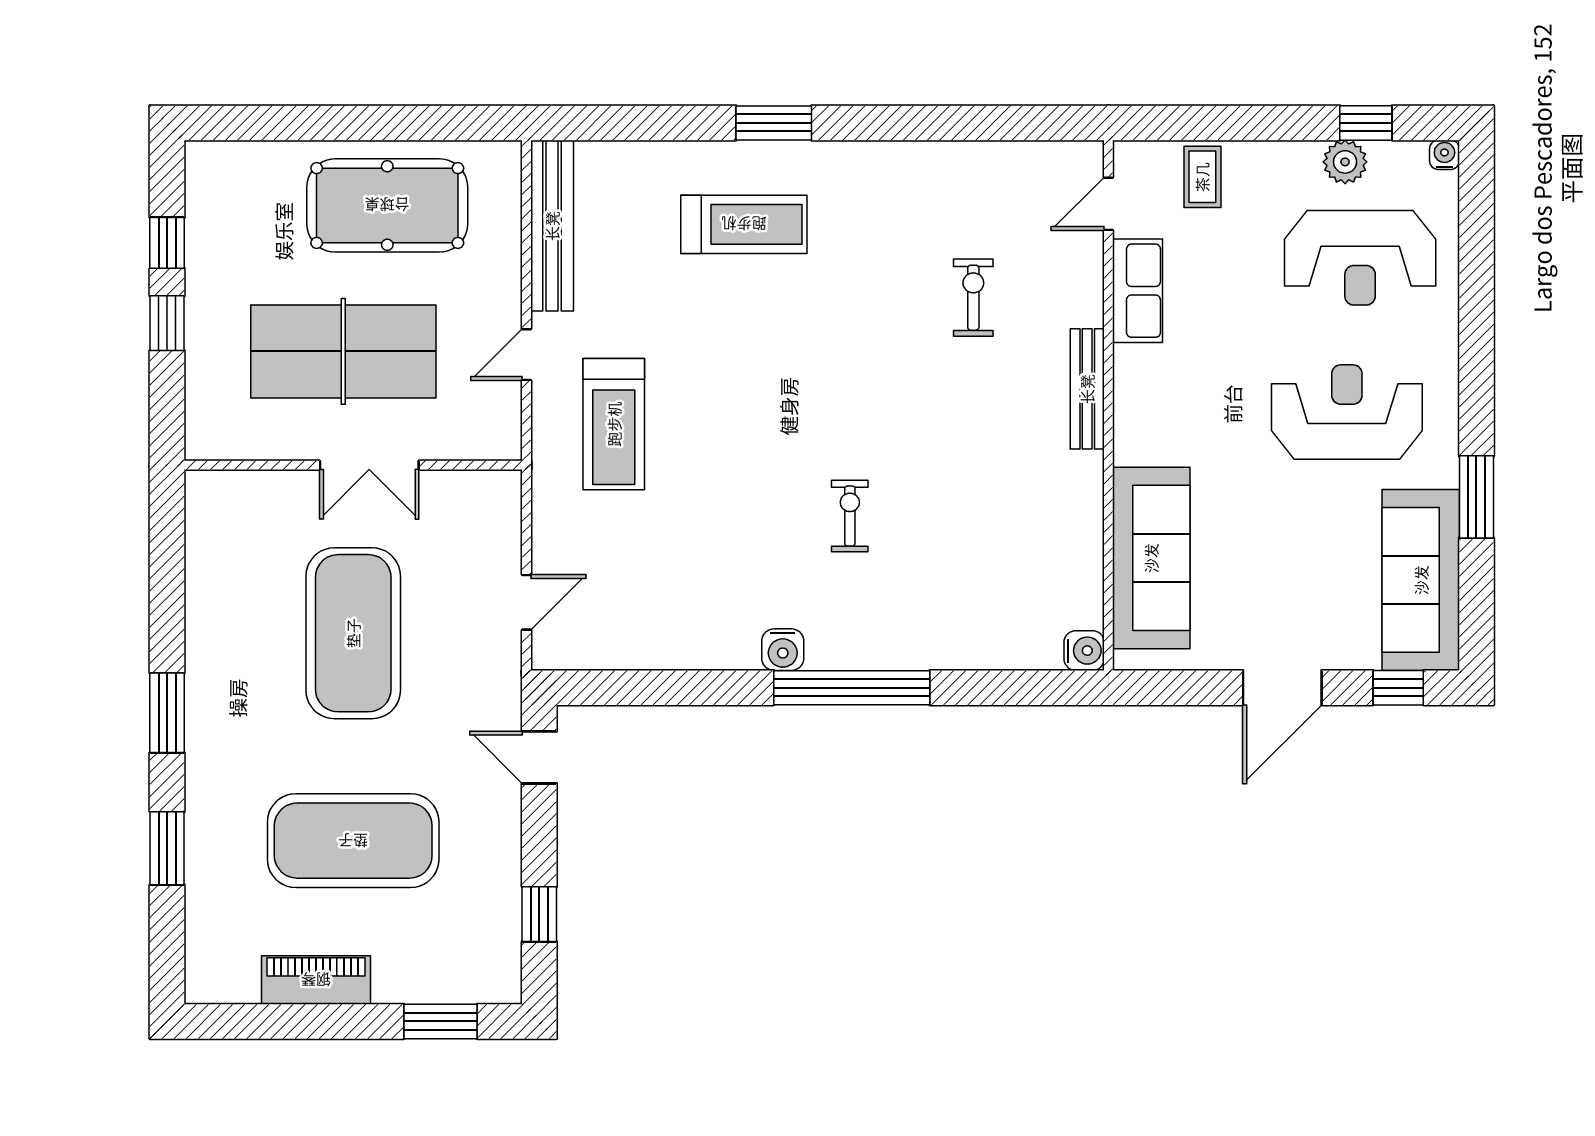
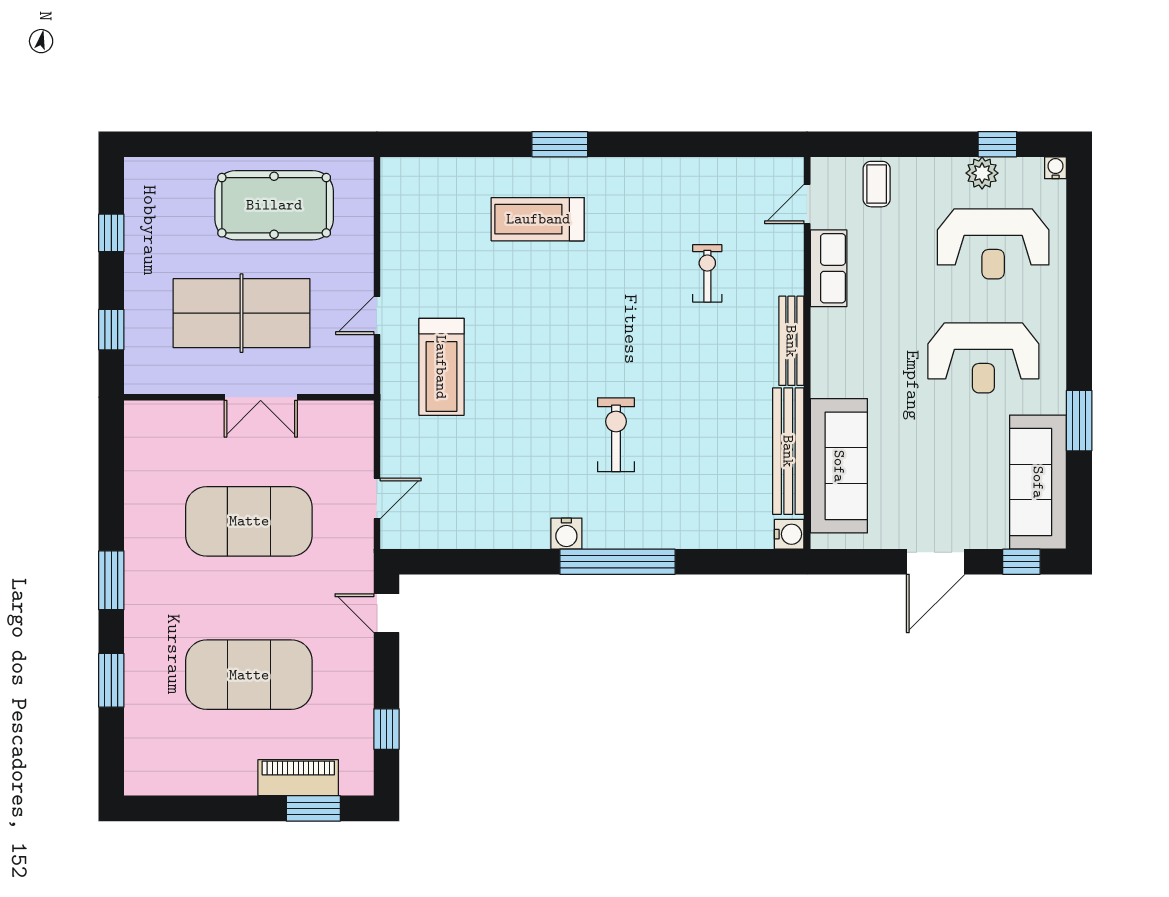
treadmill: (744, 224) -> (538, 219), turned 180
bench: (552, 226) -> (788, 451), moved
window: (167, 323) -> (111, 330), moved
reception desk: (1347, 412) -> (983, 358), turned 180
exercise bike: (850, 516) -> (616, 435), width x1.38, depth x1.39
exercise mat: (353, 633) -> (249, 521), turned 90
piano: (316, 980) -> (298, 778), moved

